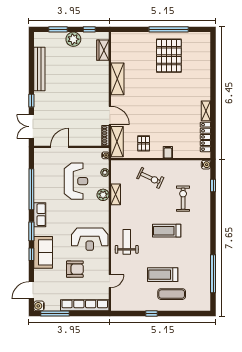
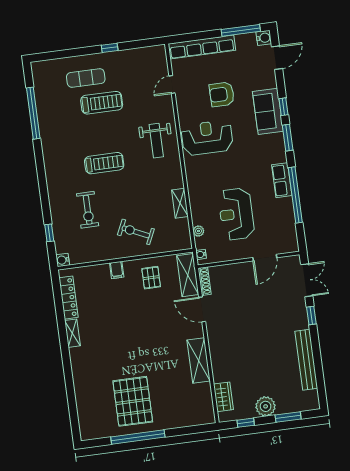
plant: (103, 195) -> (197, 200), removed
row of seats: (40, 215) -> (282, 180), moved

